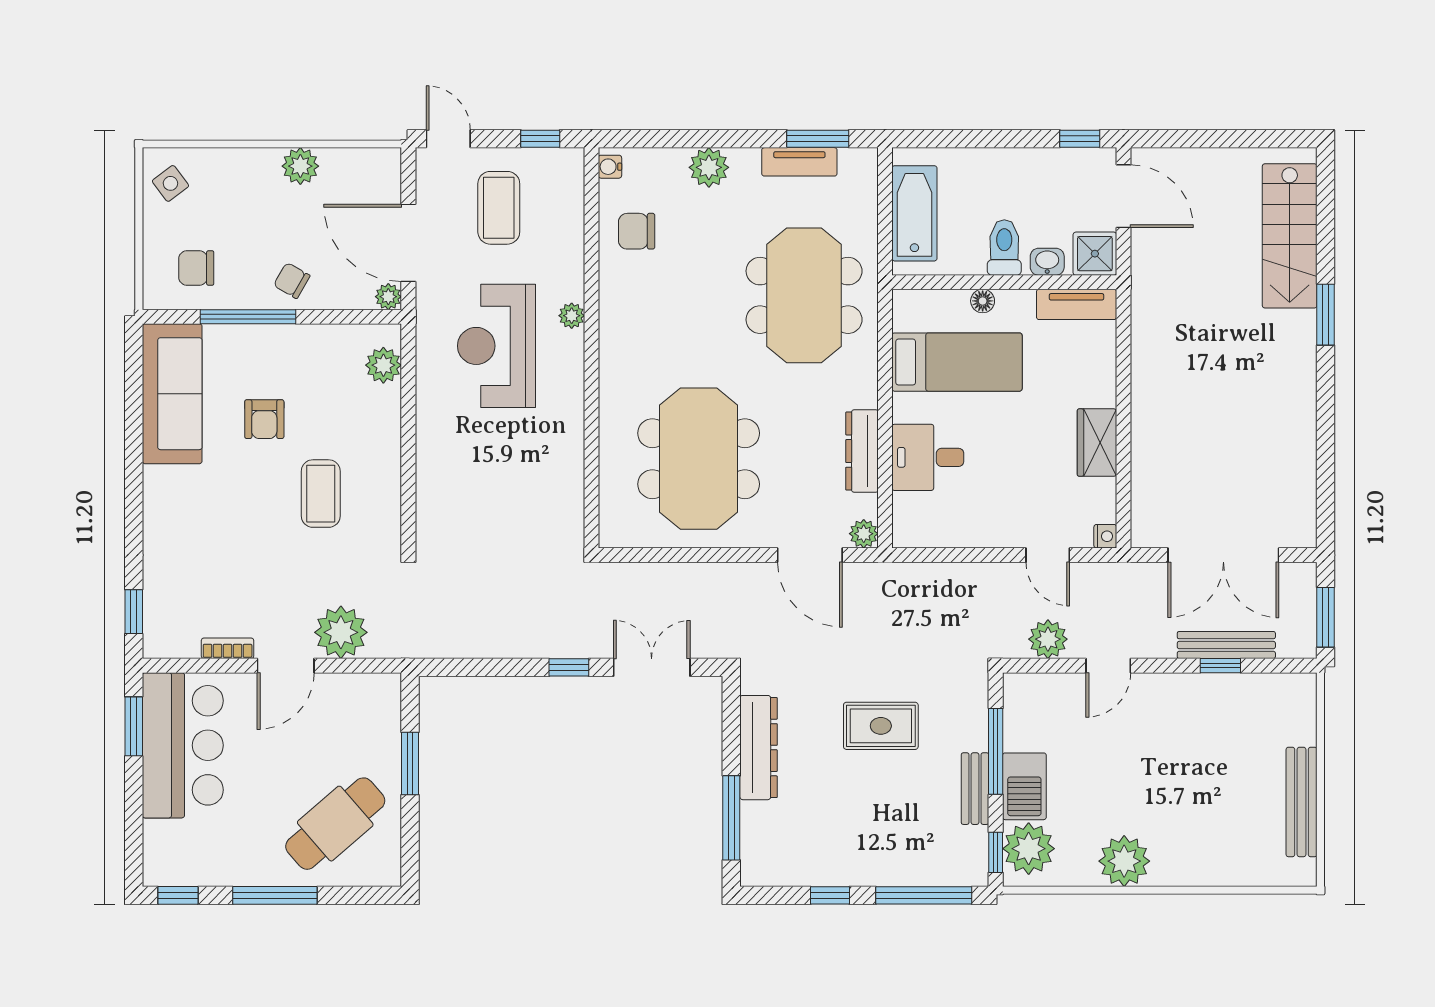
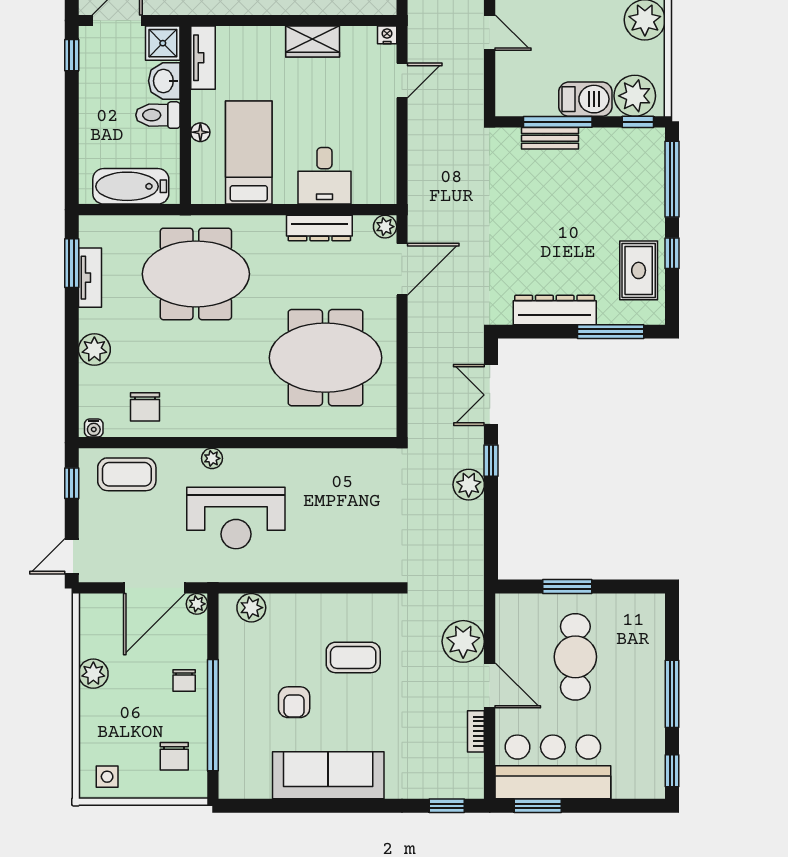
side table: (170, 183) -> (107, 777), turned 37
coffee table: (499, 208) -> (127, 474), moved
washbasin: (1047, 262) -> (164, 81), width x1.38, depth x1.45
chair: (292, 280) -> (184, 680), turned -30
window: (248, 317) -> (213, 715), width x1.46
sofa: (172, 394) -> (328, 775), moved
armchair: (264, 419) -> (294, 702), turned 90
plant: (1048, 639) -> (469, 485), moved
rug: (881, 726) -> (639, 270), moved
bench: (975, 789) -> (550, 138), moved
cafe table: (335, 824) -> (575, 657), moved, turned 41

